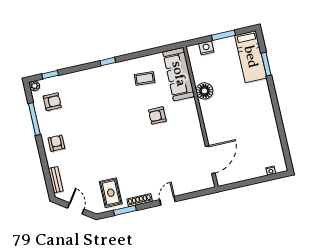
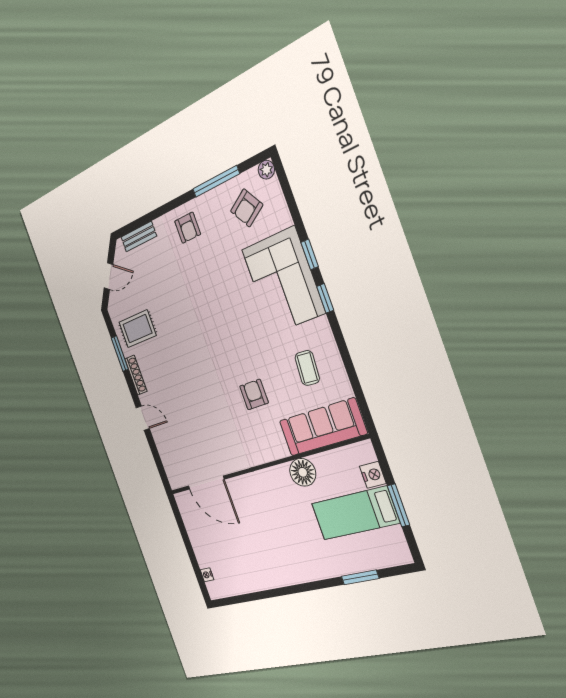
bed: (251, 57) -> (355, 513), moved
window: (50, 75) -> (310, 254), moved
corner sofa: (95, 86) -> (283, 281), added
armchair: (52, 102) -> (247, 208), turned 58
armchair: (56, 143) -> (188, 228), turned 90

